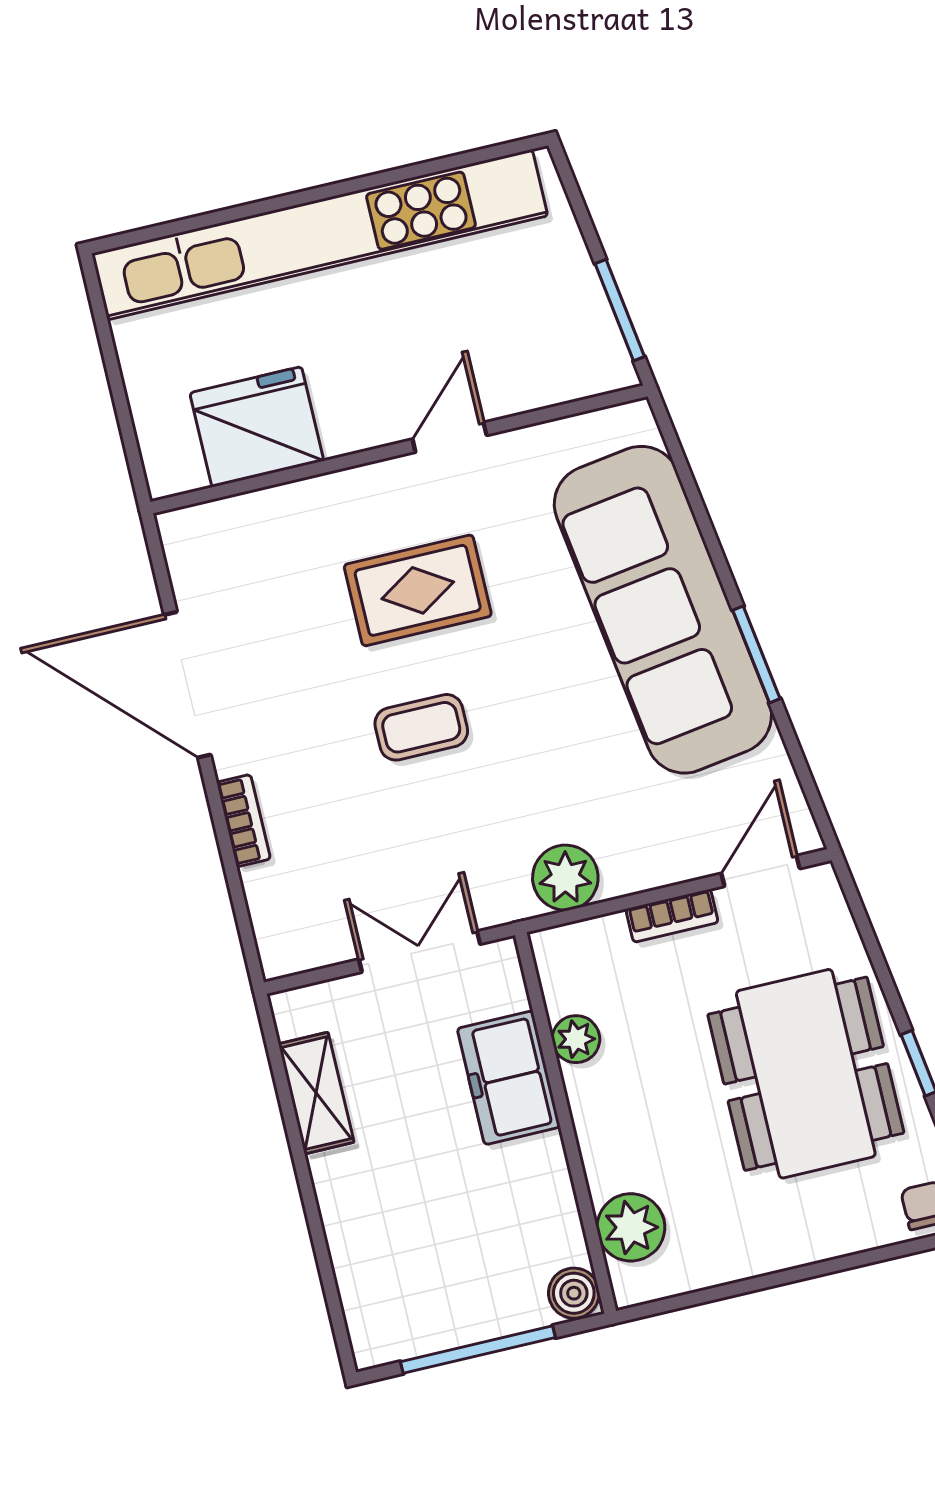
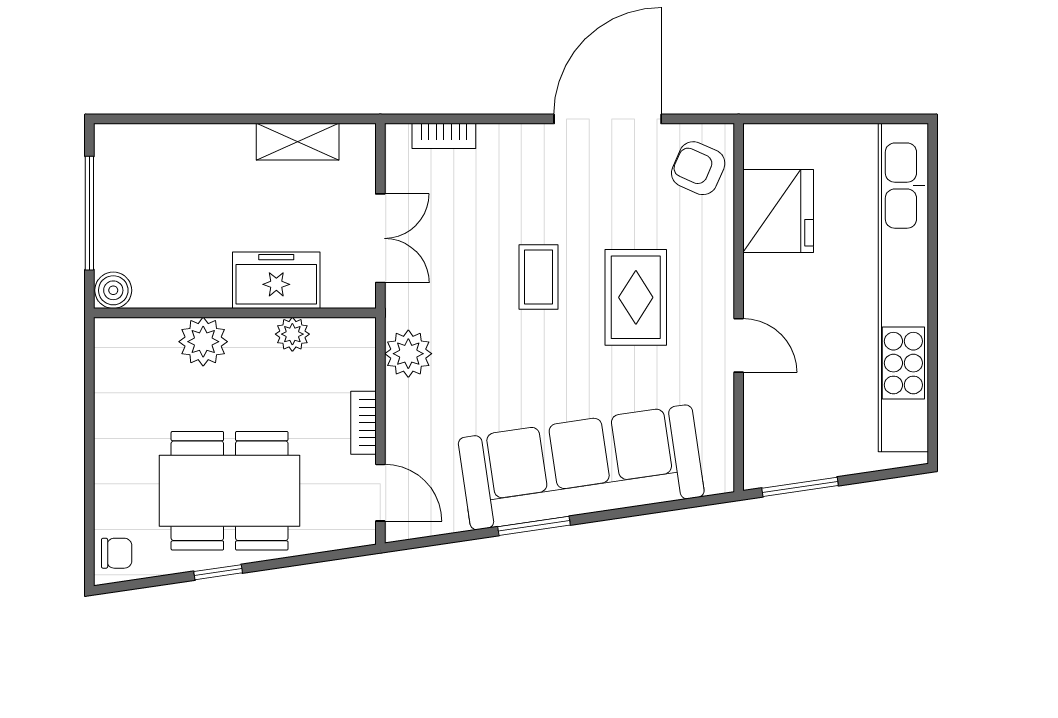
armchair: (225, 548) -> (698, 168), added
bookcase: (243, 821) -> (444, 136), moved
plant: (631, 1227) -> (203, 342), moved

